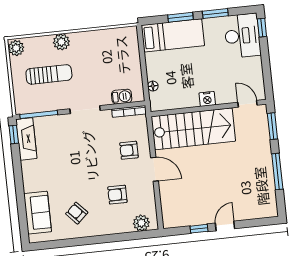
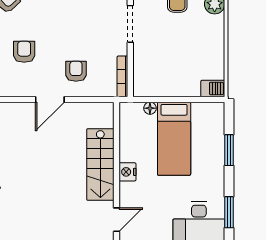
window: (215, 14) -> (229, 212), moved
bed: (173, 35) -> (174, 139), moved
barbecue: (122, 97) -> (213, 88), moved, turned -90
stairs: (193, 129) -> (100, 164), width x0.73, depth x0.66

